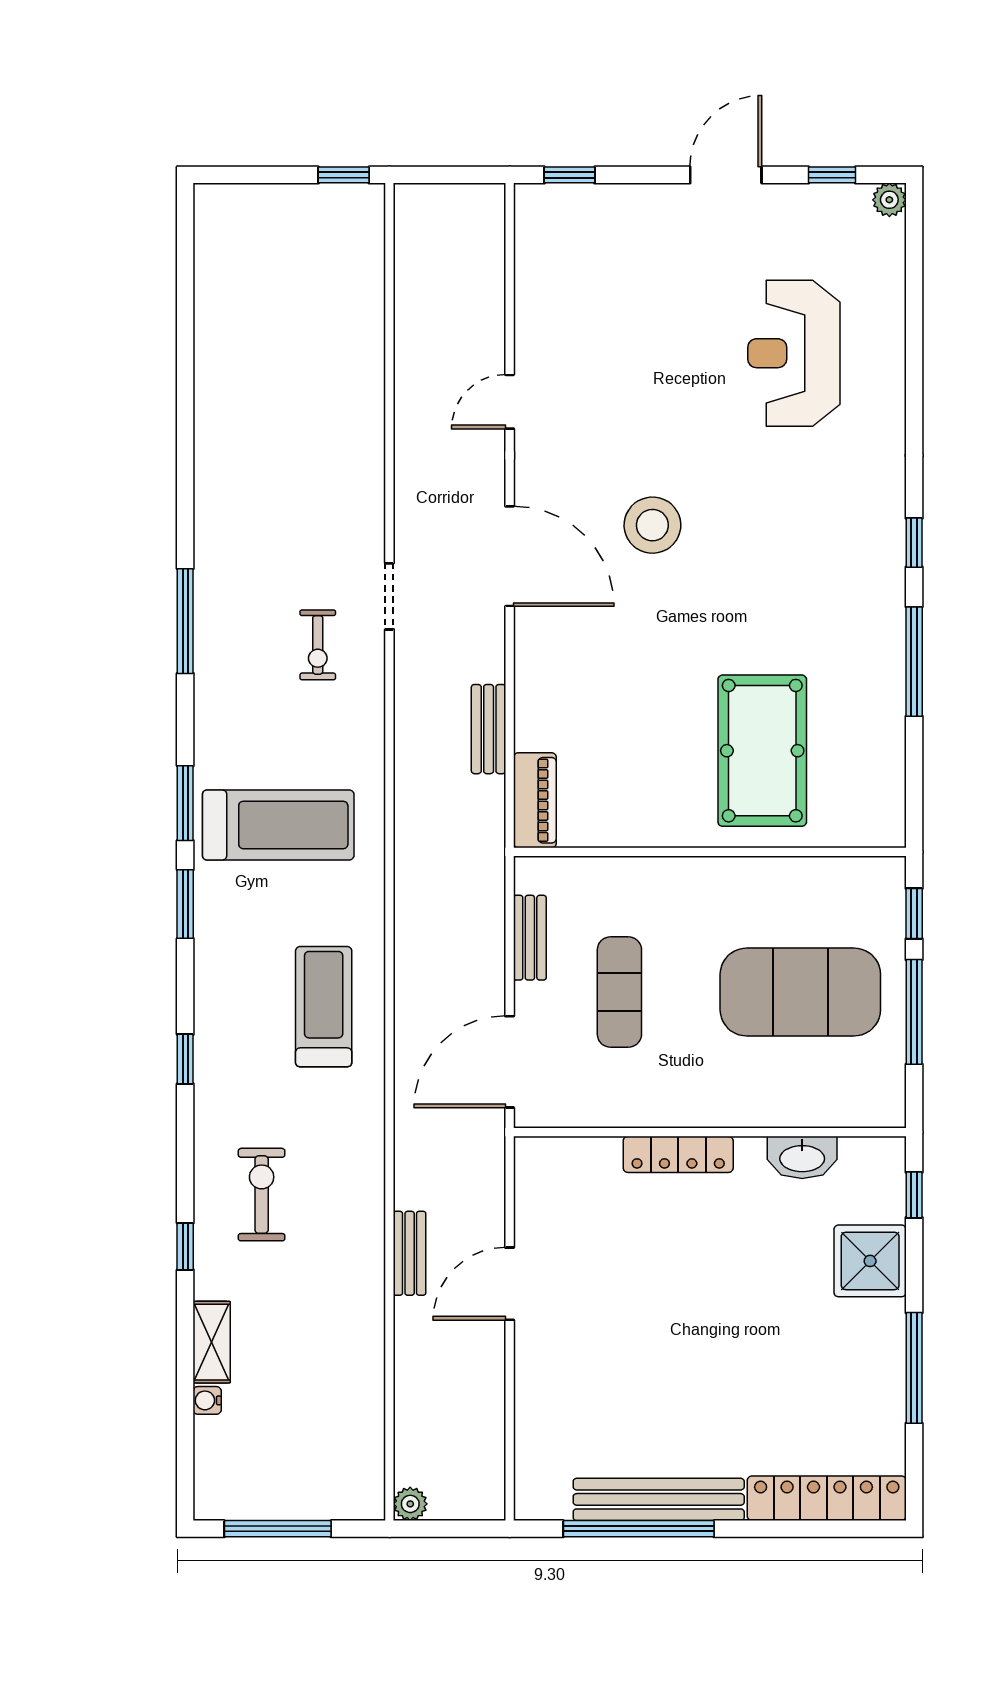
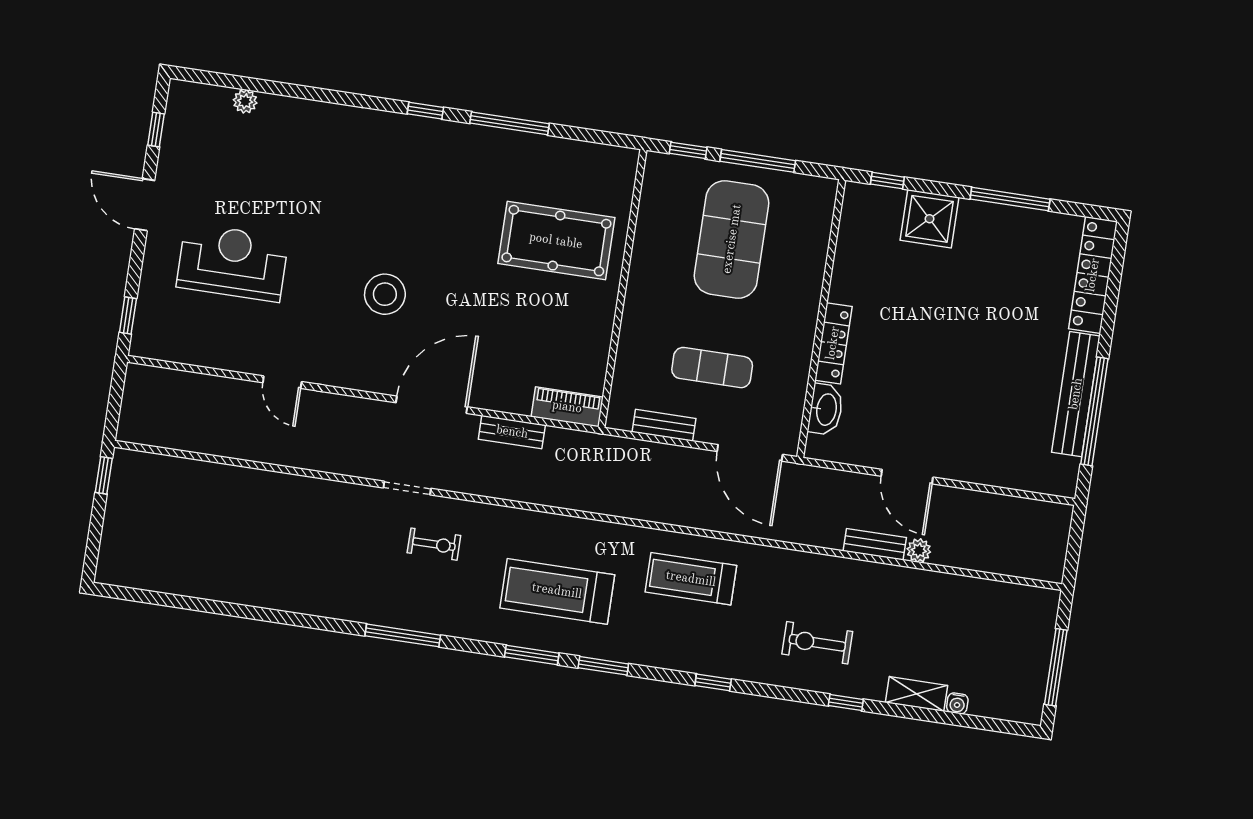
plant: (889, 200) -> (245, 101), moved
reception desk: (794, 353) -> (232, 262), moved, turned 180
door: (510, 556) -> (432, 405), moved
treadmill: (278, 825) -> (557, 591), turned -90
washbasin: (802, 1157) -> (826, 409), moved
plant: (410, 1504) -> (919, 550), moved

